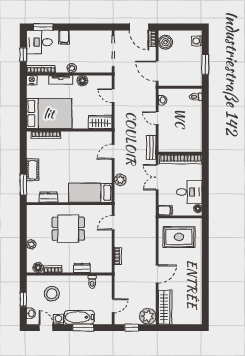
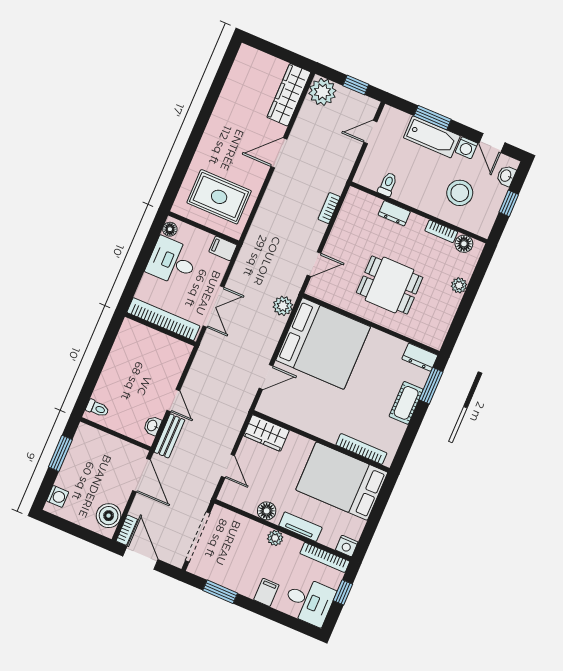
window: (43, 27) -> (220, 592), moved
bench: (151, 147) -> (169, 436), moved
plant: (120, 180) -> (283, 306), moved
bed: (90, 193) -> (323, 344), width x2.04
dresser: (48, 197) -> (420, 357), moved

